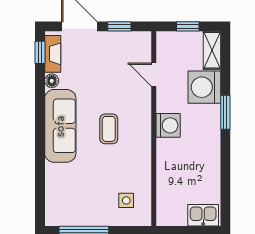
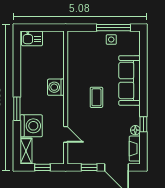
window: (40, 52) -> (143, 124), moved
washing machine: (168, 125) -> (56, 87), moved
sofa: (60, 126) -> (129, 80), moved
side table: (126, 200) -> (111, 39), moved

